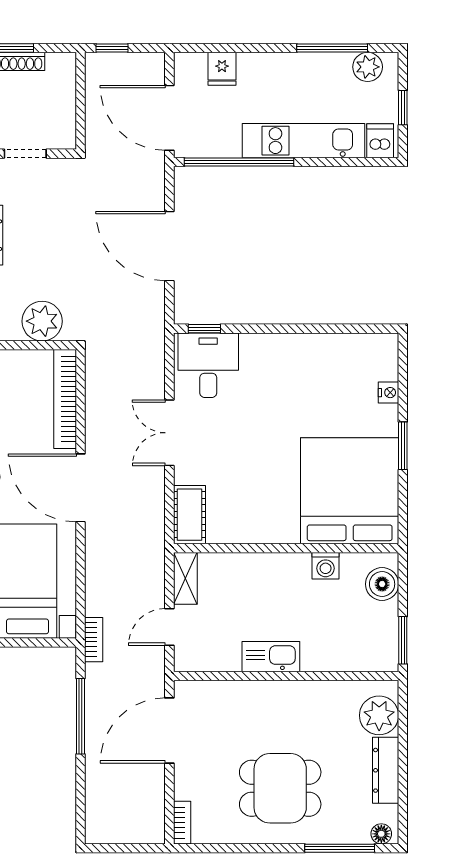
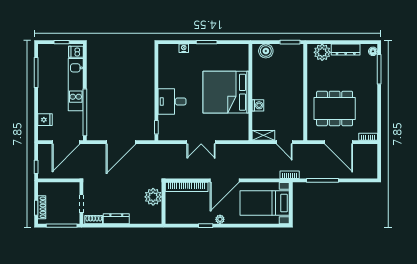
plant: (368, 67) -> (44, 57), removed
desk: (208, 365) -> (172, 101), moved
bed: (350, 491) -> (226, 92), moved
cot: (189, 515) -> (236, 134), removed
washing machine: (326, 566) -> (258, 105), moved
kitchen sink: (271, 657) -> (297, 99), removed
door: (169, 731) -> (339, 142), moved
dining table: (280, 788) -> (335, 108), moved, width x1.38

